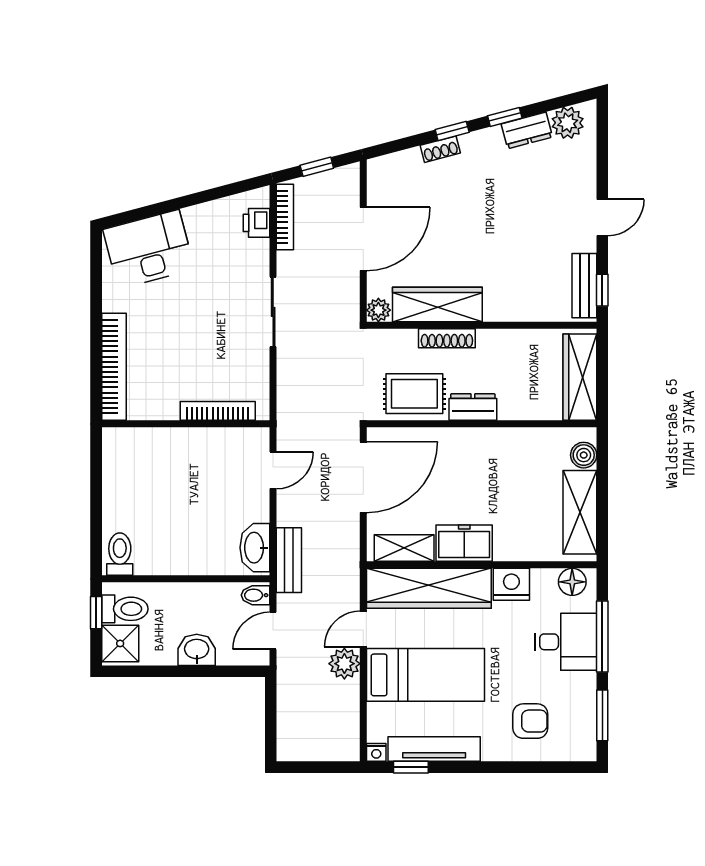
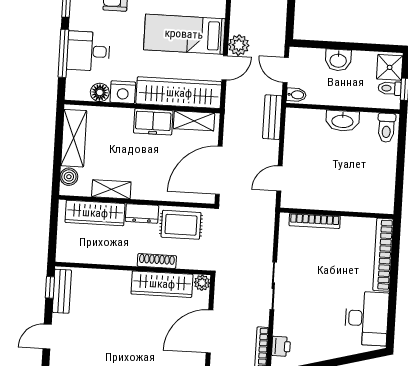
desk: (149, 249) -> (367, 318), moved, turned -75
wardrobe: (580, 377) -> (95, 213), moved, turned 90
shelving: (520, 440) -> (111, 189), added
washbasin: (255, 548) -> (342, 121), moved, turned 90
floor lamp: (572, 582) -> (100, 92), moved
toilet: (125, 609) -> (390, 88), width x0.73, depth x0.72
door: (273, 631) -> (286, 70), swing flipped

